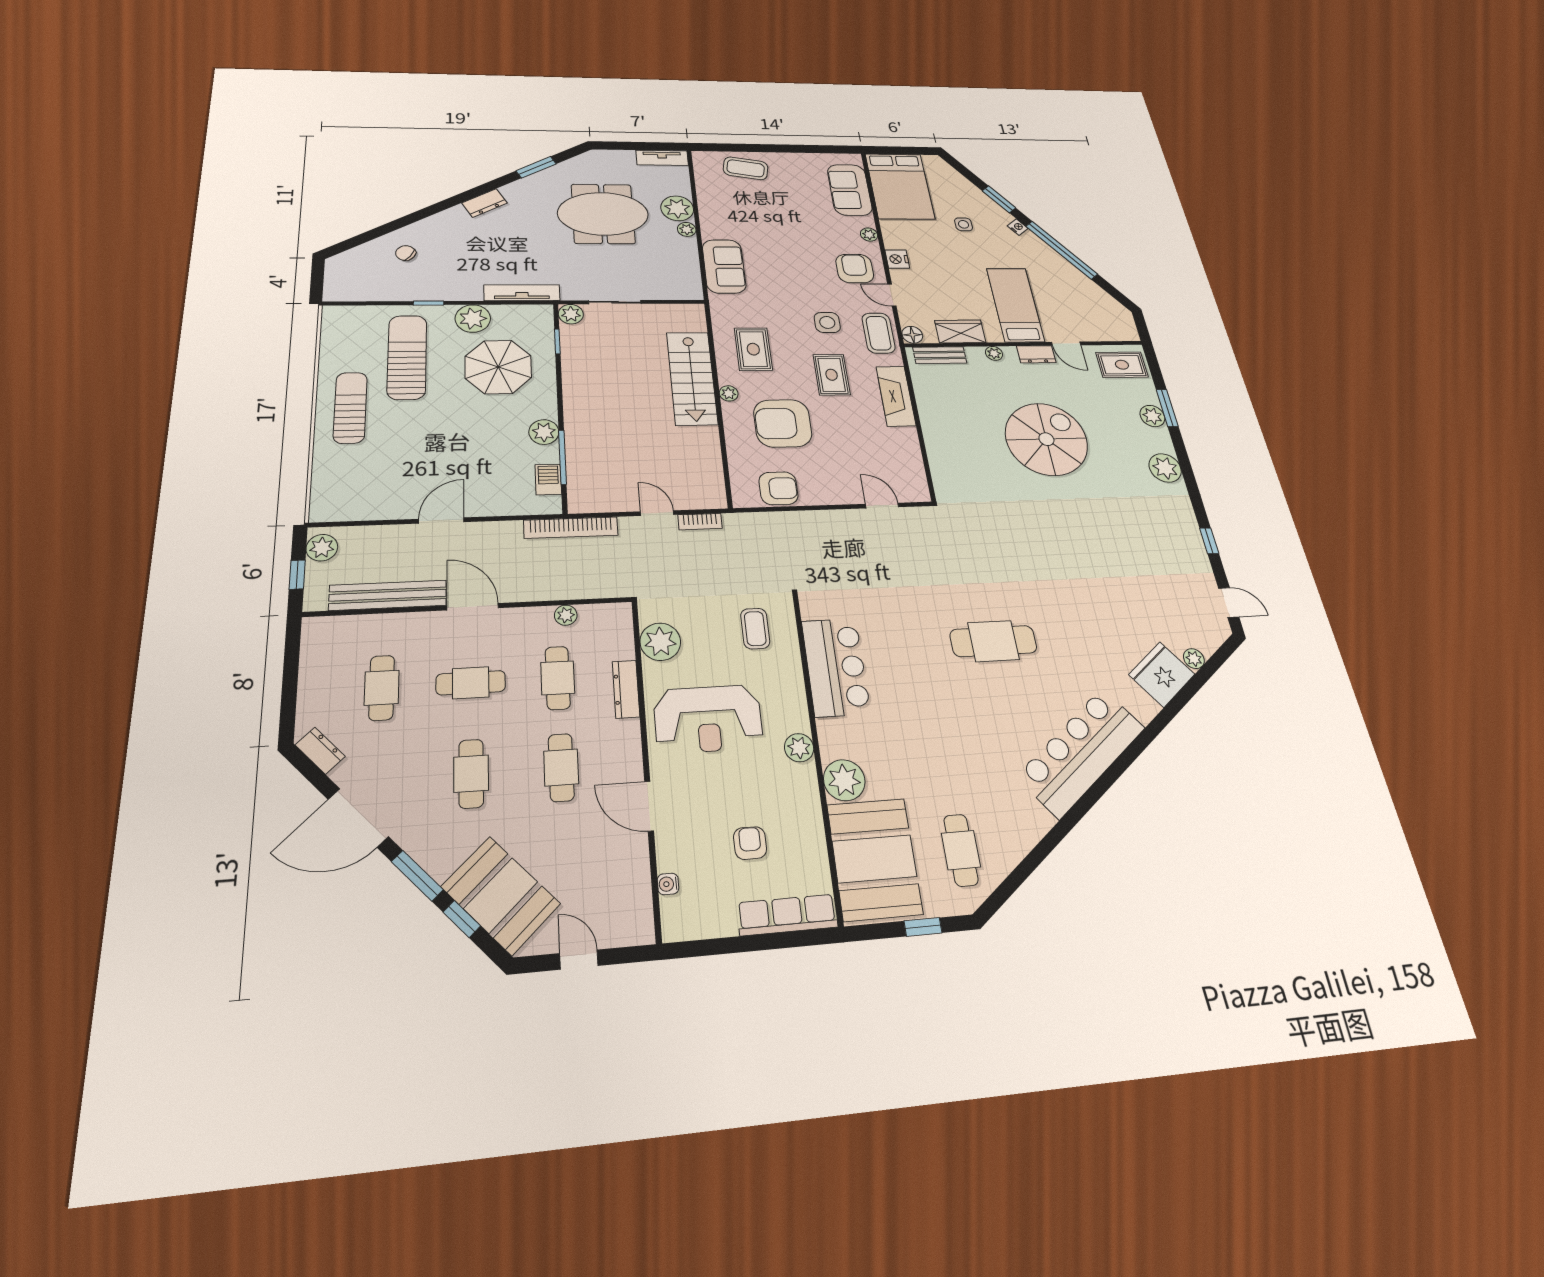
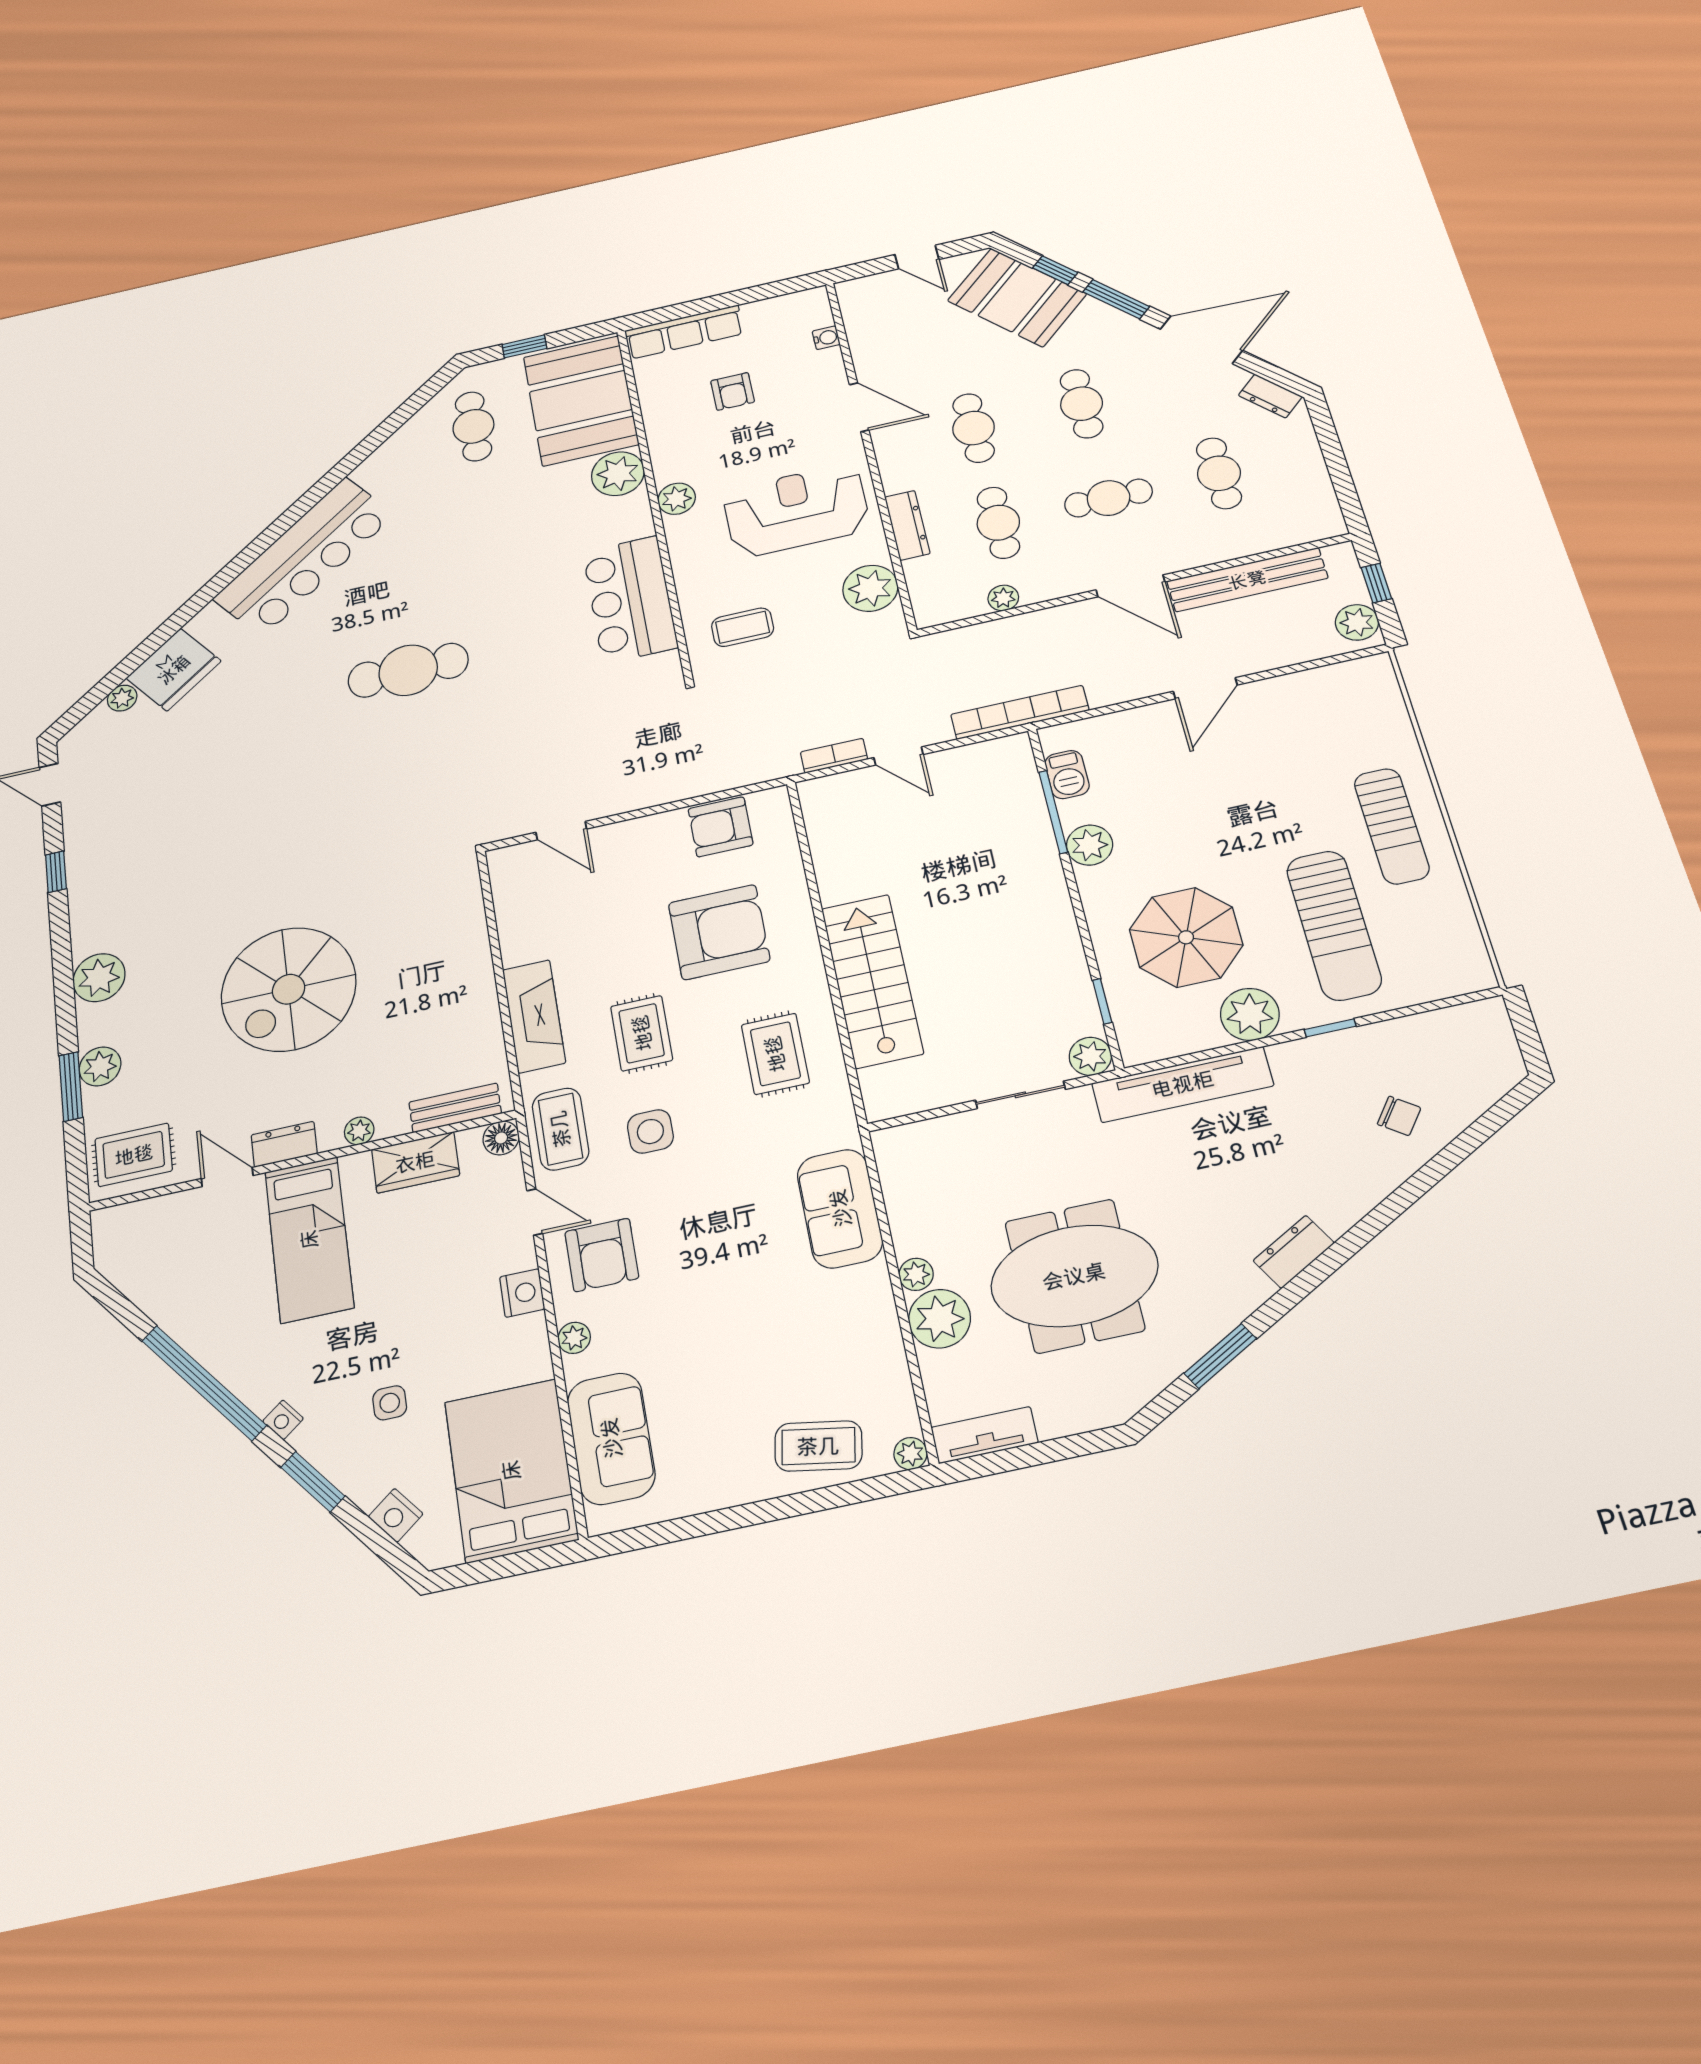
nightstand: (956, 179) -> (396, 1515), added
tv unit: (522, 293) -> (1183, 1084), width x1.36, depth x1.29
plant: (729, 393) -> (910, 1454), moved
coffee table: (755, 629) -> (743, 627), turned 90

